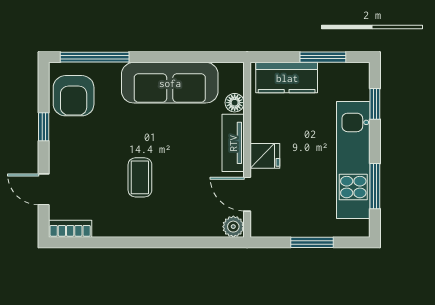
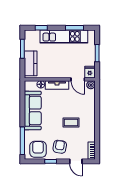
armchair: (74, 96) -> (38, 149), turned -90
armchair: (80, 150) -> (60, 147), added
fridge: (265, 156) -> (90, 72), moved
door: (44, 189) -> (76, 161), hinge flipped
door: (247, 194) -> (78, 79), hinge flipped

